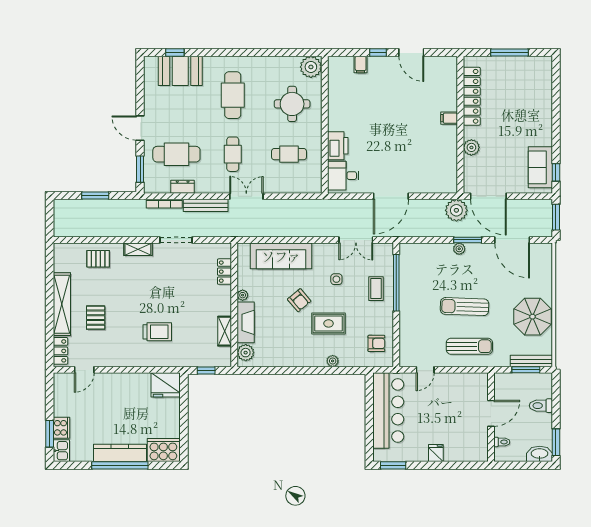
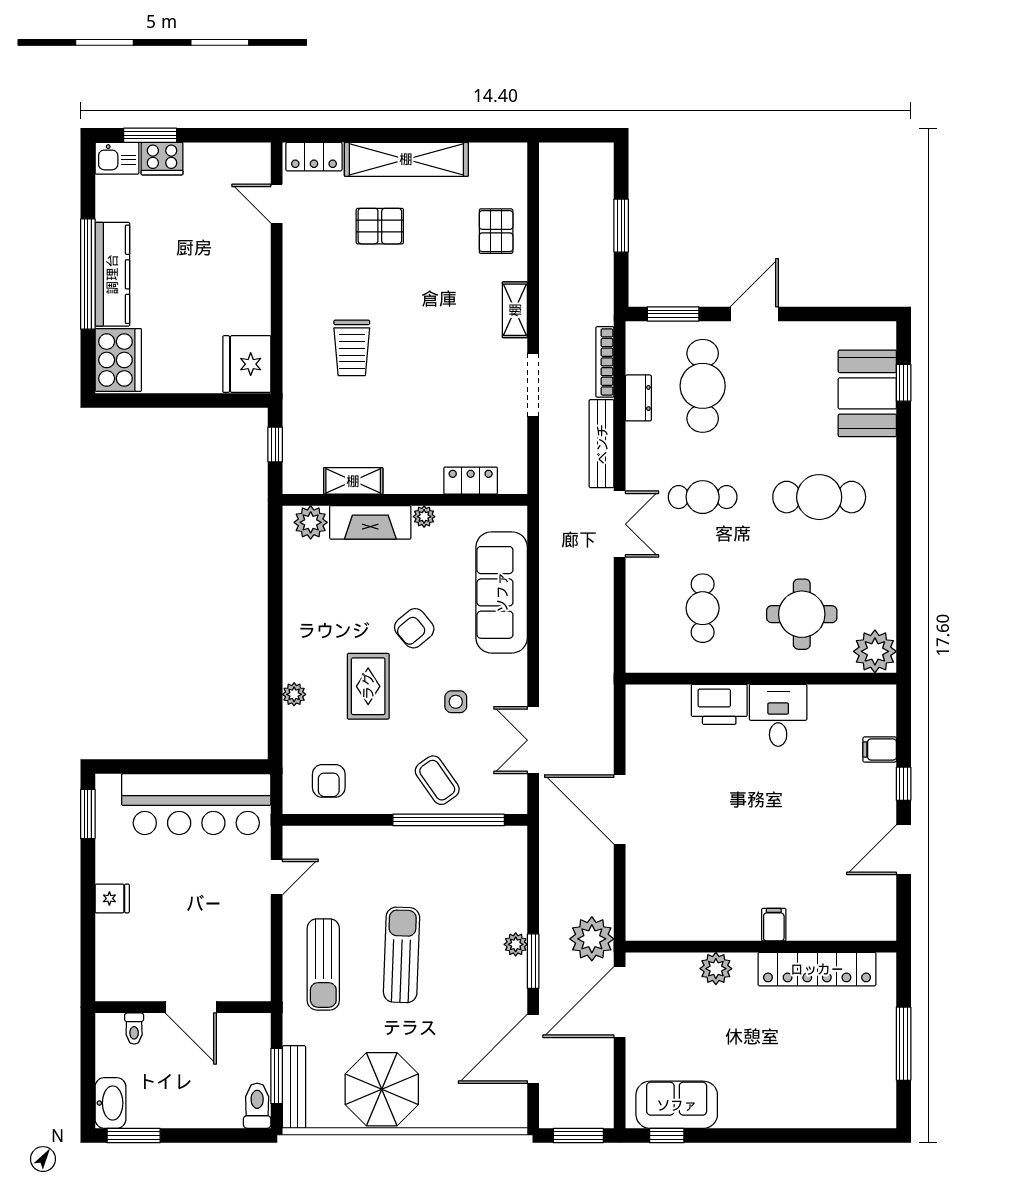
desk: (343, 176) -> (778, 715), moved
coffee table: (376, 289) -> (437, 780), turned 55
door: (425, 370) -> (277, 877), swing flipped
toilet: (541, 406) -> (257, 1106), moved

